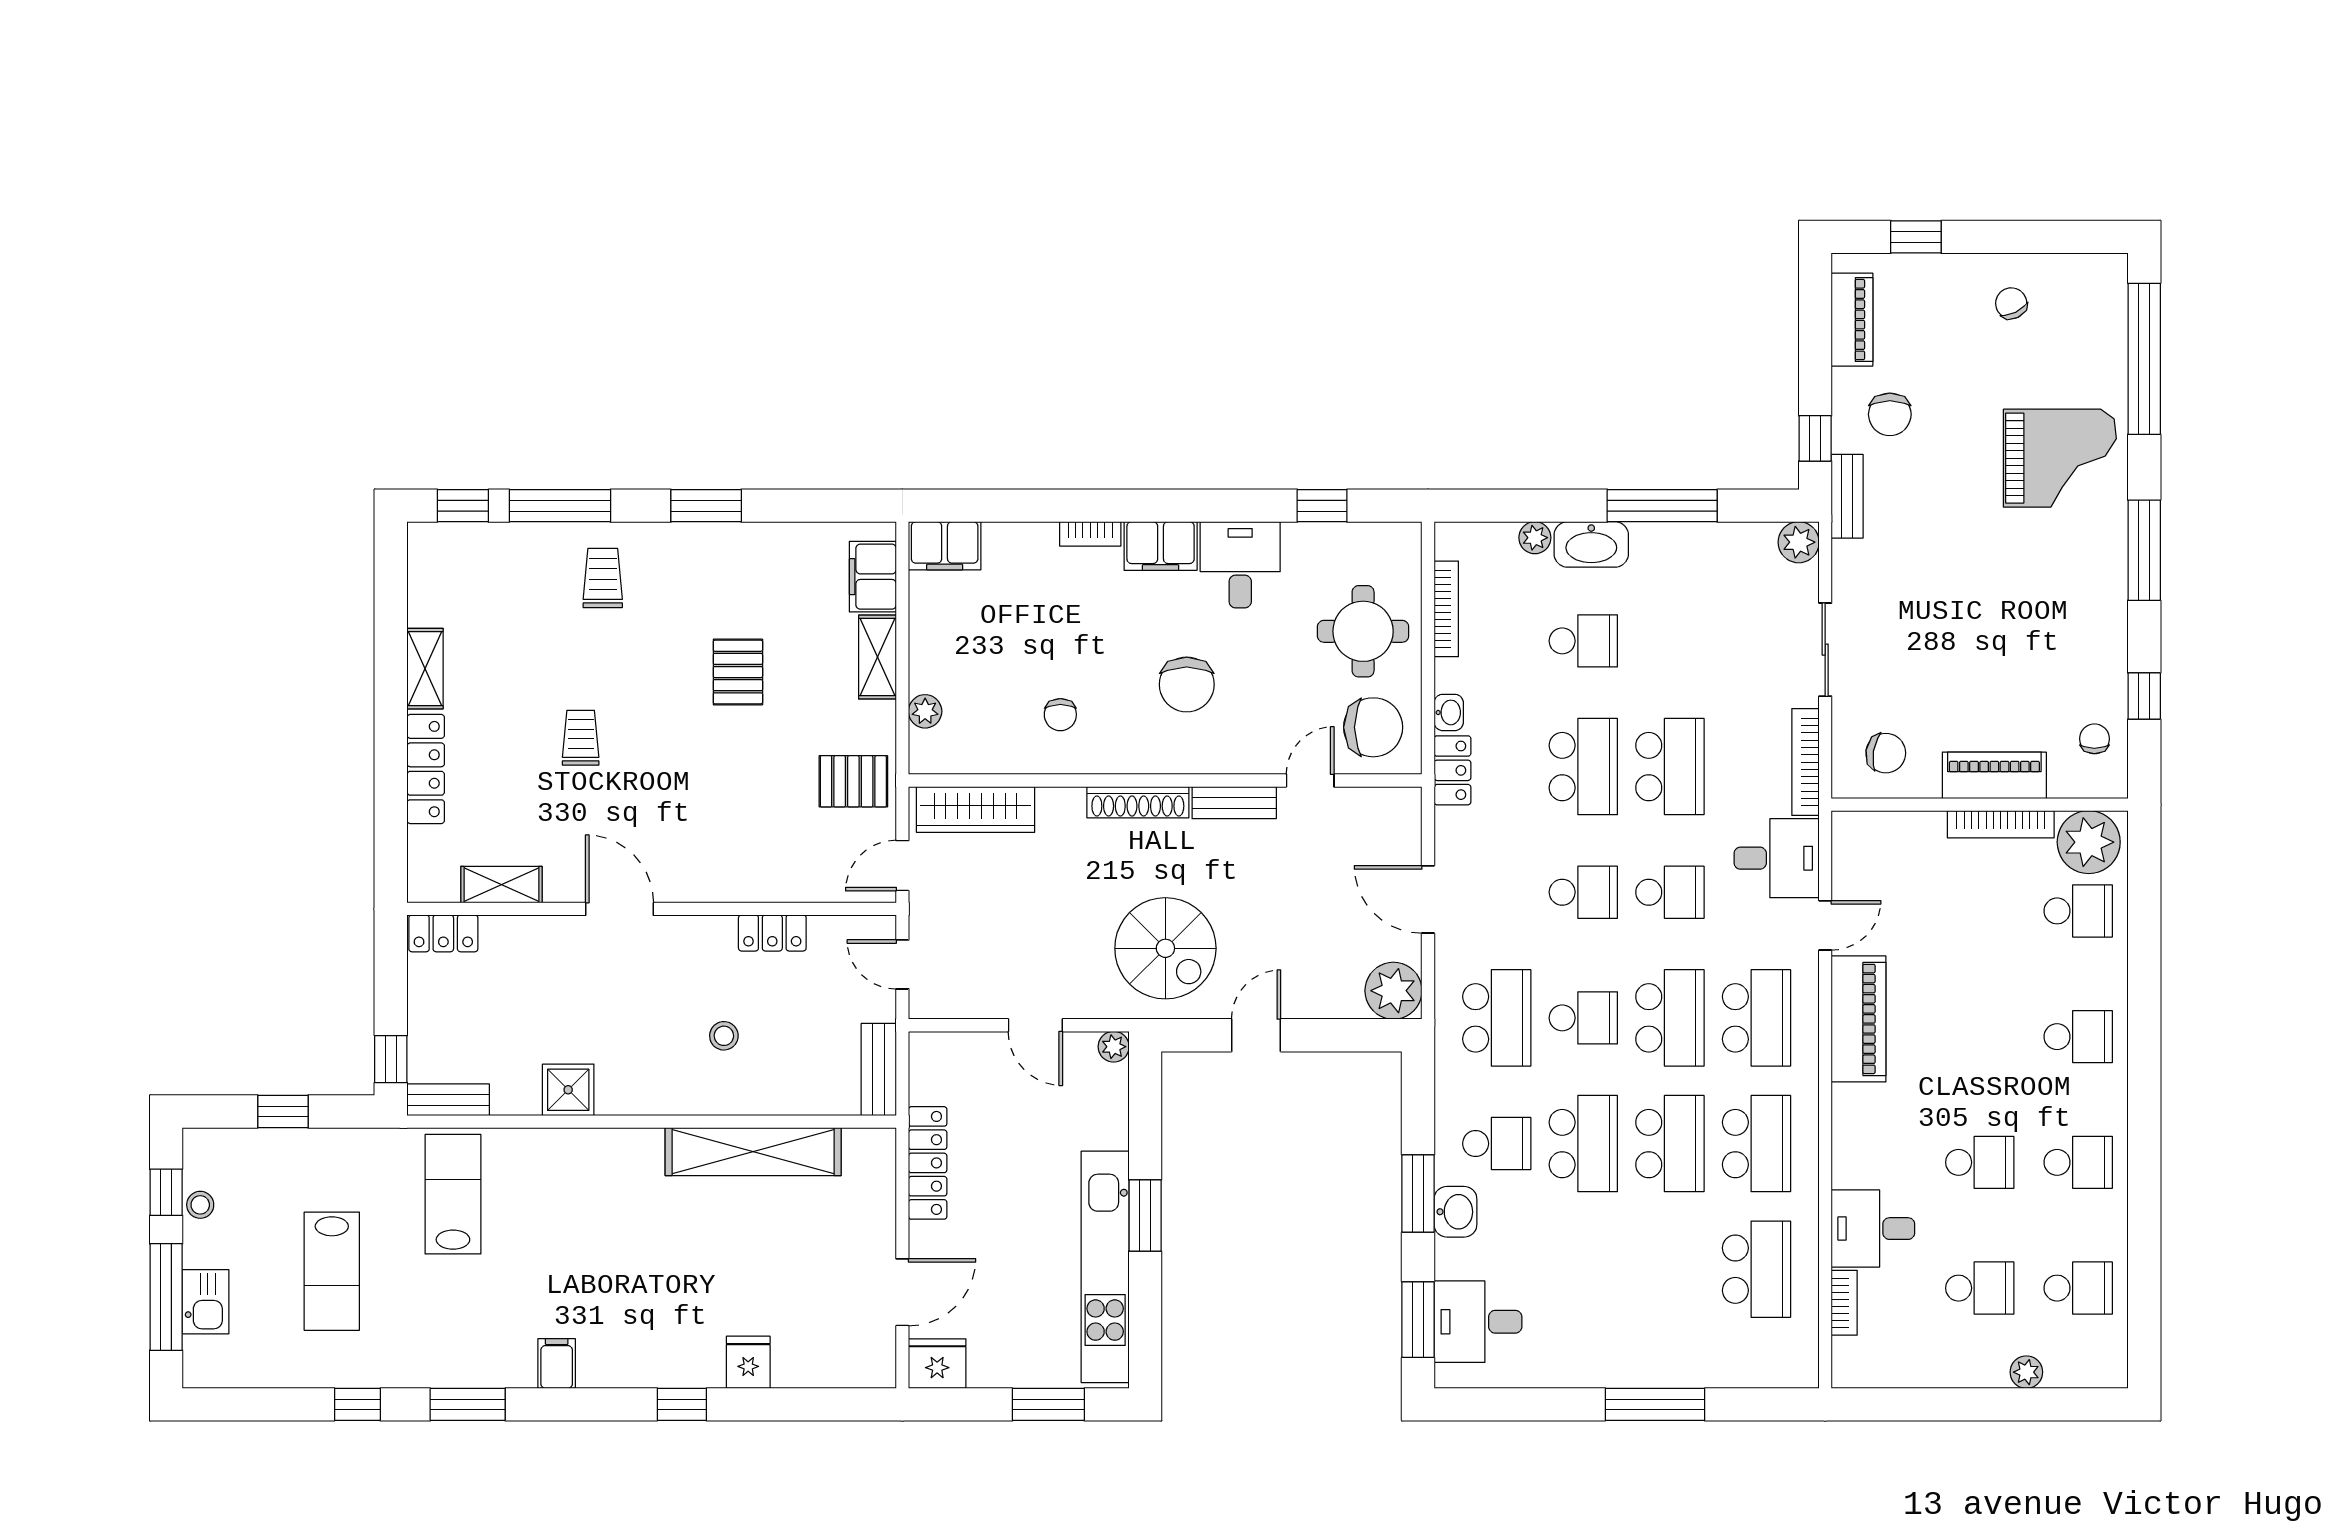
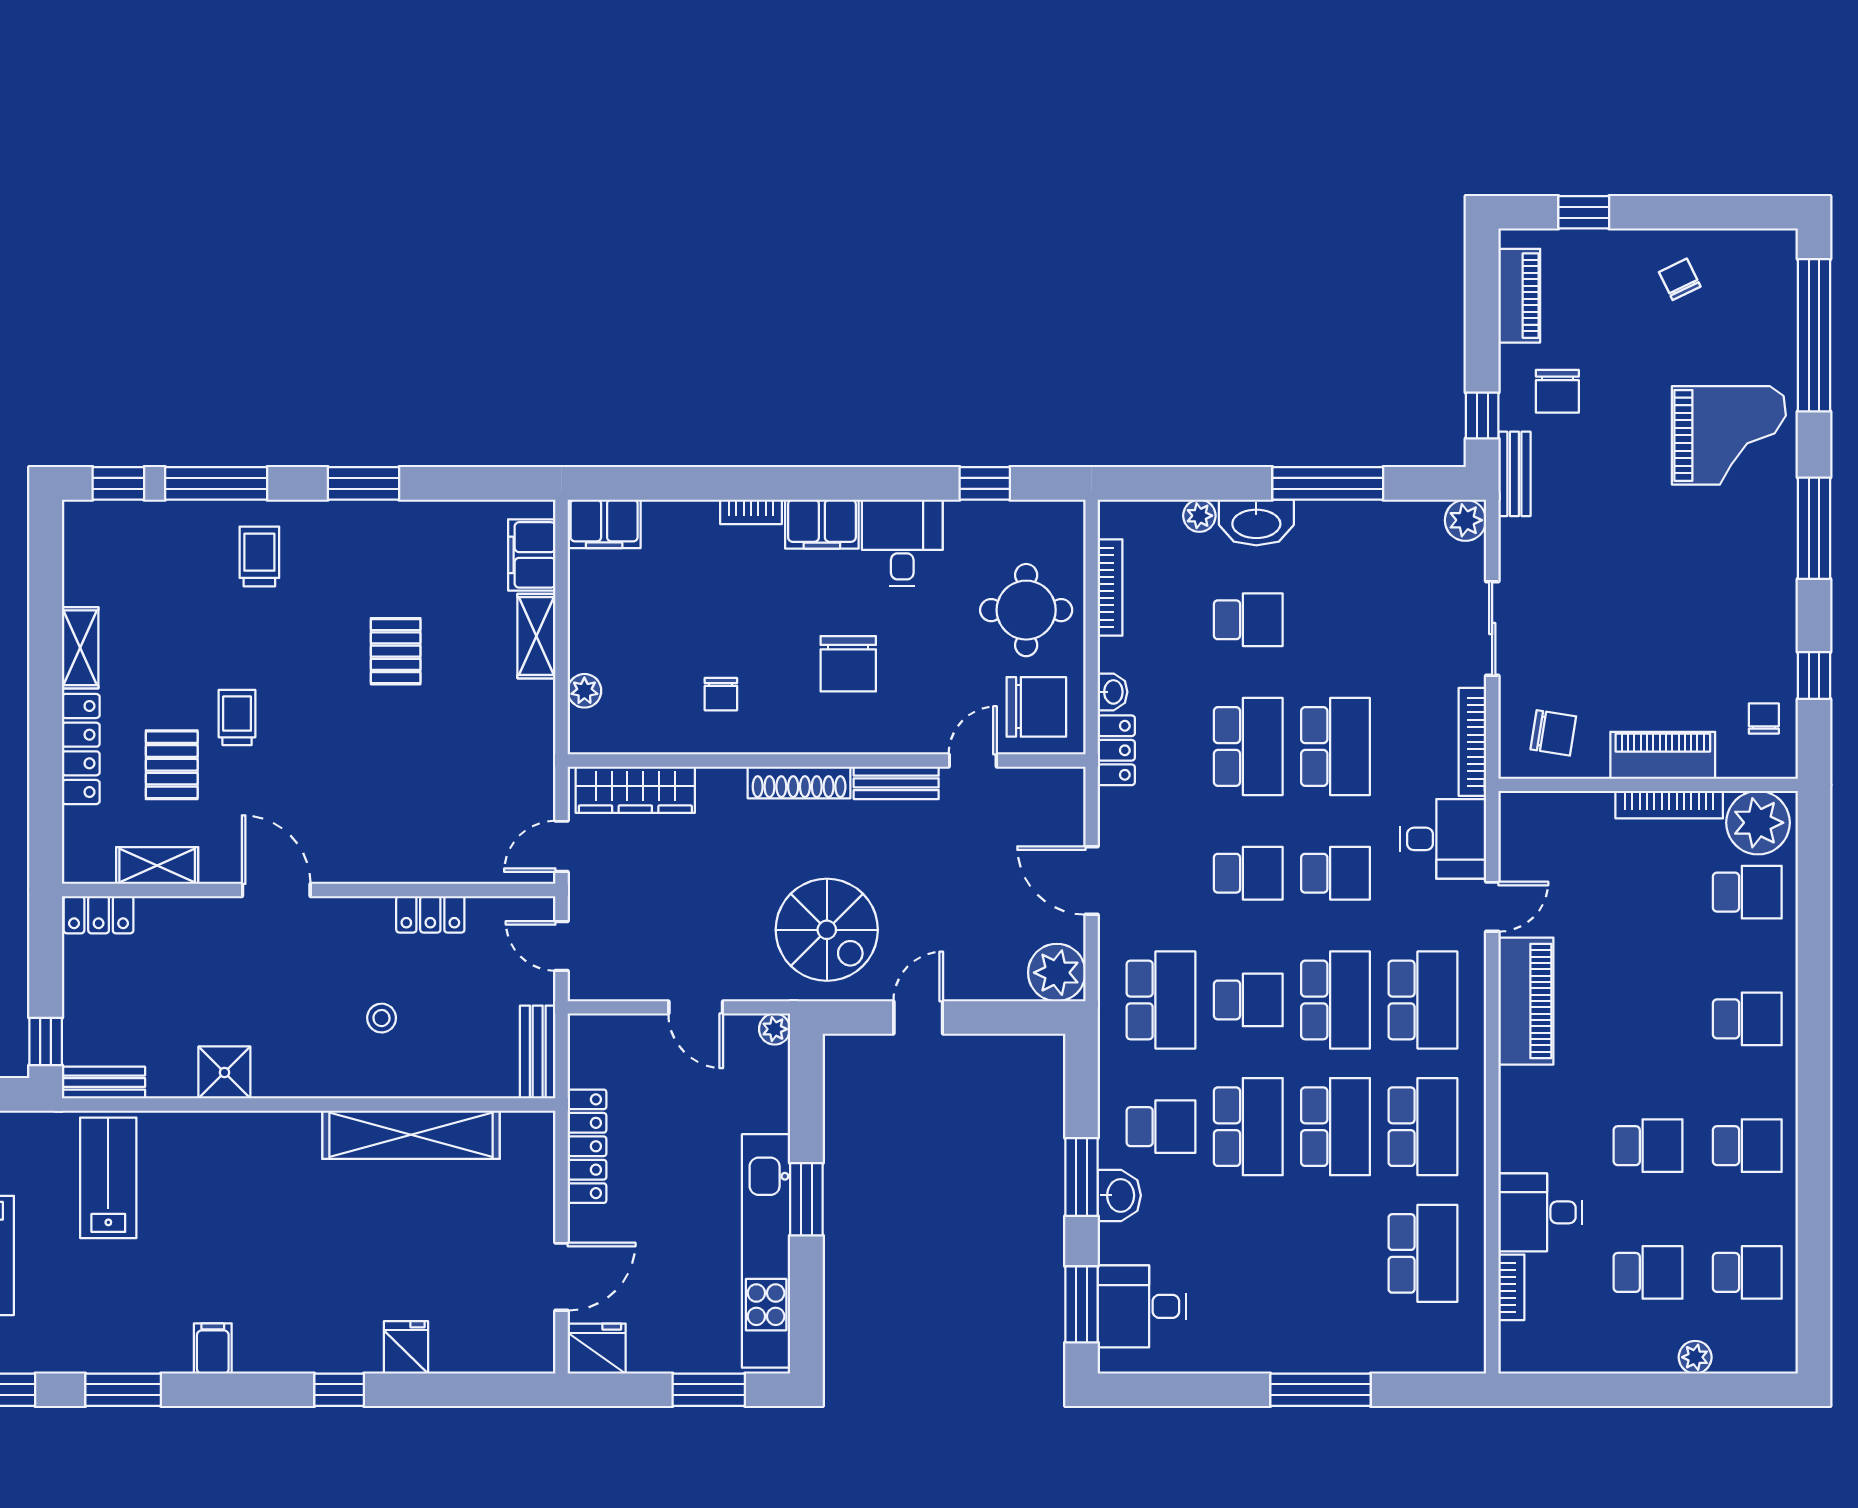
pallet: (853, 781) -> (172, 765), moved, turned 90

